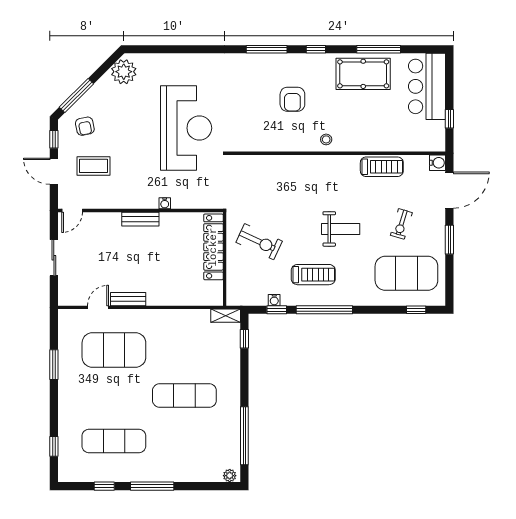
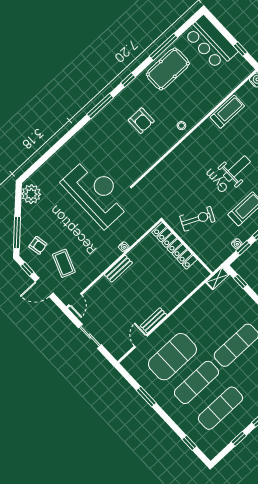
coffee table: (94, 166) -> (64, 263), turned -69
exercise mat: (114, 396) -> (196, 382), added

